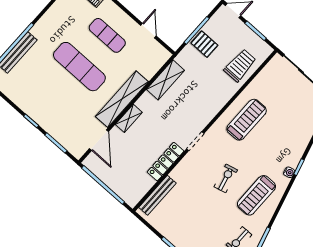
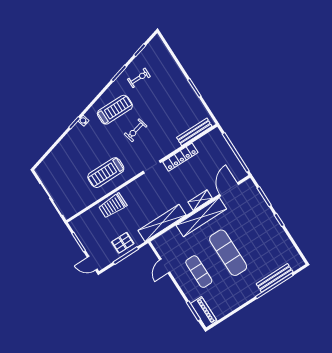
pallet: (204, 44) -> (123, 243), turned 90
trolley: (240, 65) -> (113, 206), moved
shelving: (165, 80) -> (162, 223), width x1.47

